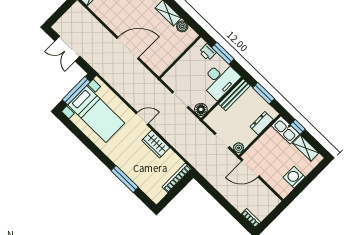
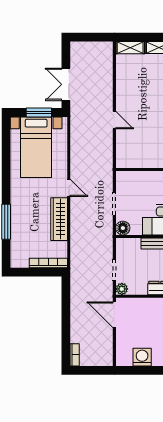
door: (128, 48) -> (114, 120), width x0.53
double door: (67, 49) -> (66, 84), moved
window: (76, 91) -> (39, 113), width x0.69
wardrobe: (156, 144) -> (59, 219), width x1.50

